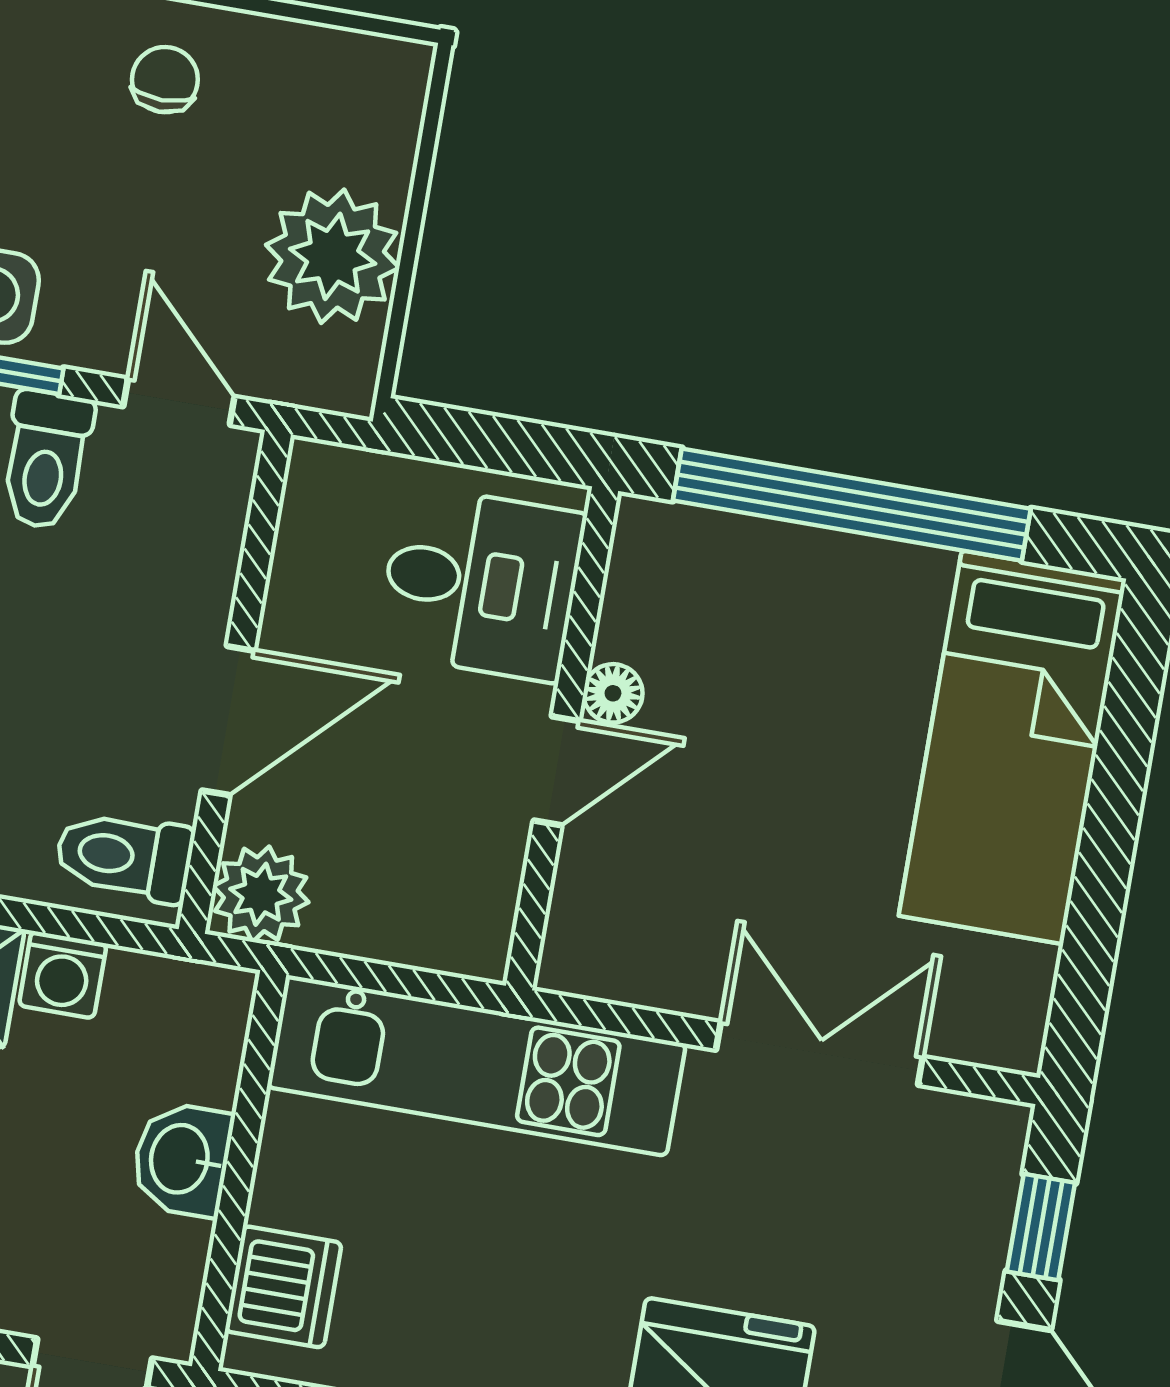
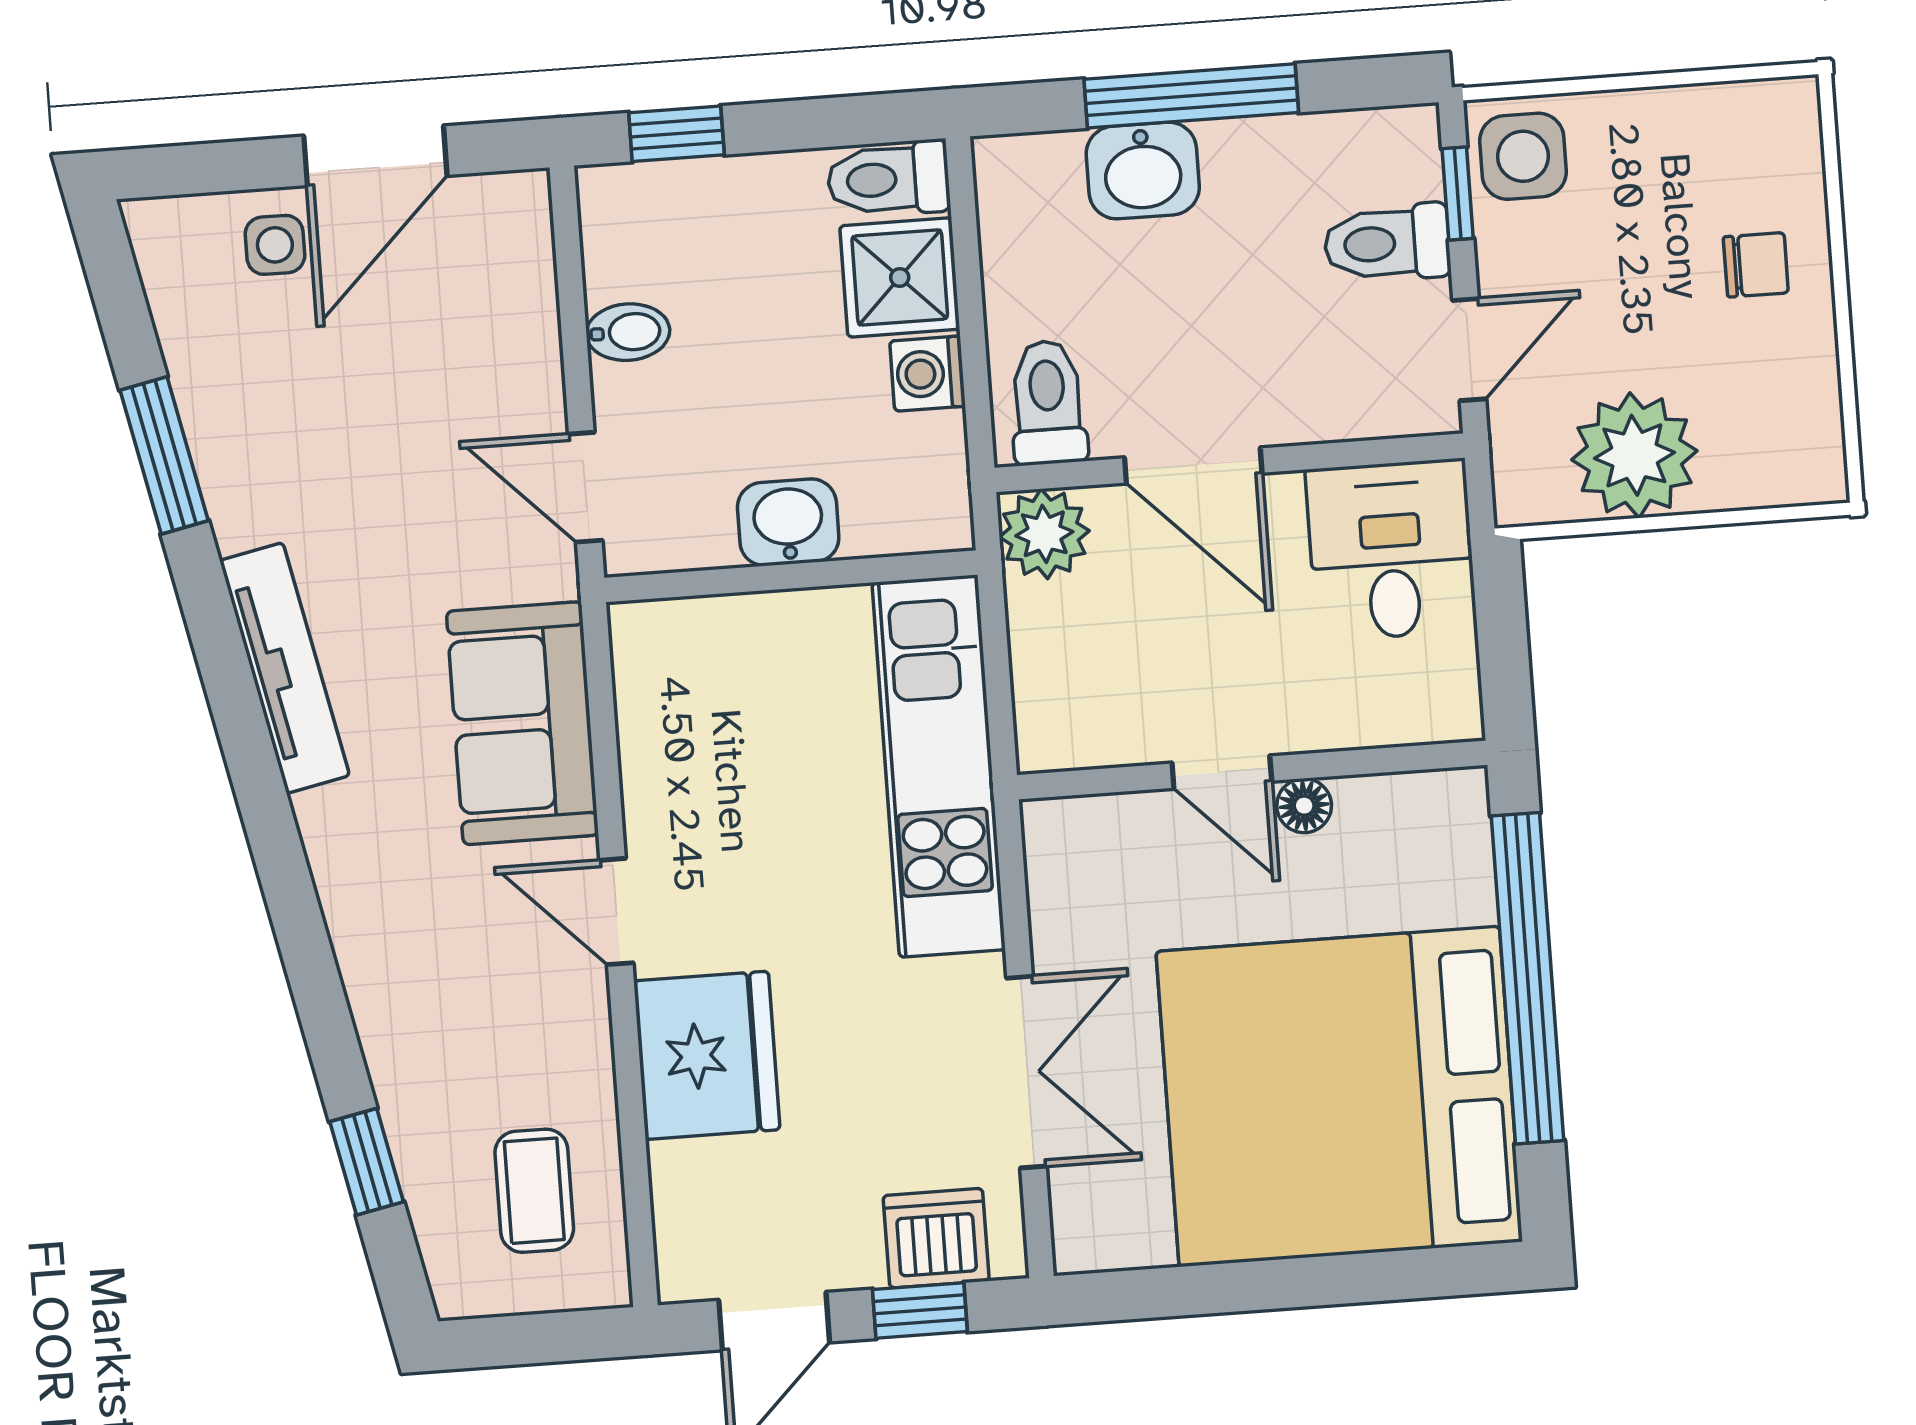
desk: (481, 583) -> (1391, 550), moved, turned 180
bed: (1012, 747) -> (1339, 1097), width x2.04
dishwasher: (283, 1287) -> (936, 1238), moved, turned 180

